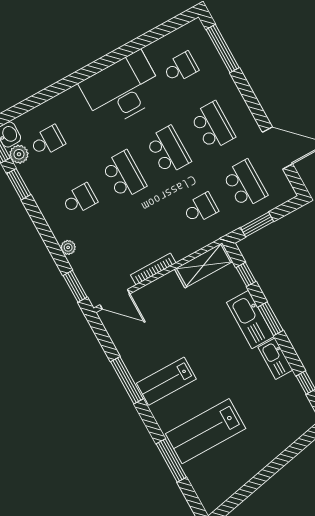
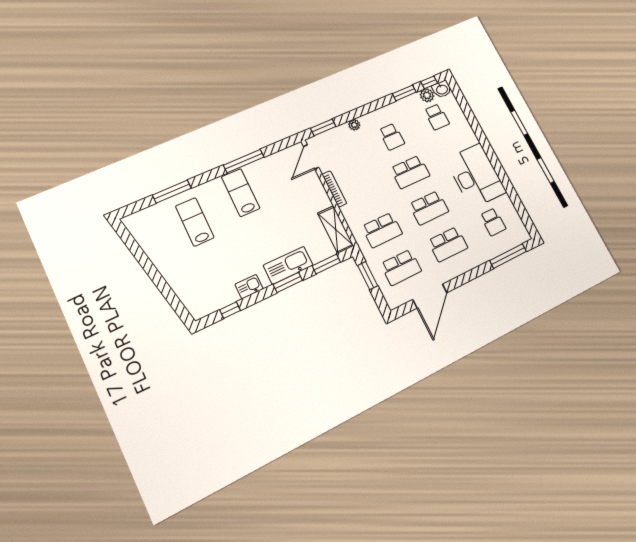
school desk: (200, 208) -> (382, 230), width x1.85
window: (246, 274) -> (326, 264), width x1.50
kitchen sink: (275, 359) -> (249, 287), width x0.73
lab bench: (206, 431) -> (195, 222), width x0.73, depth x0.72

